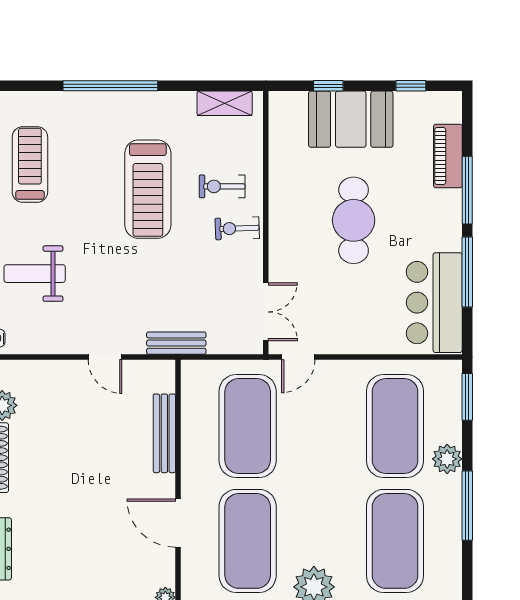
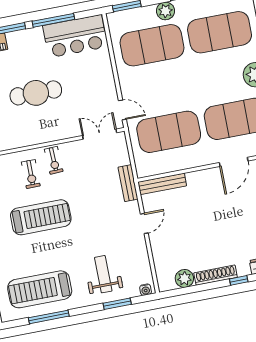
treadmill: (30, 165) -> (40, 289), width x1.37, depth x1.38
weight bench: (35, 274) -> (103, 274), turned 180
bench: (164, 433) -> (162, 184), moved

